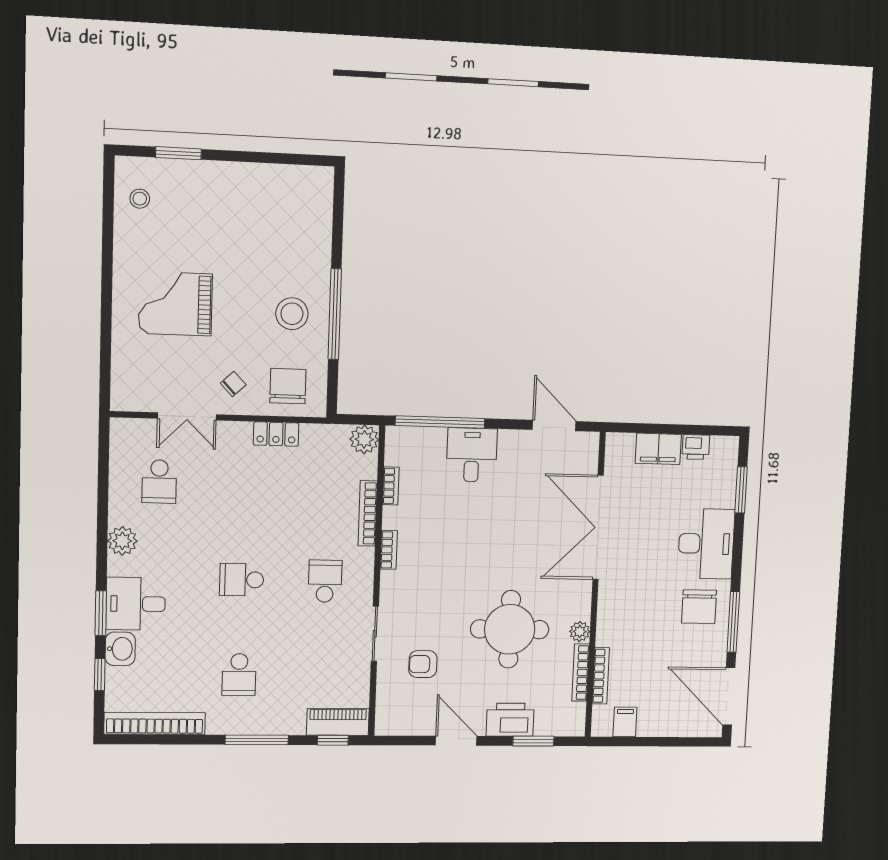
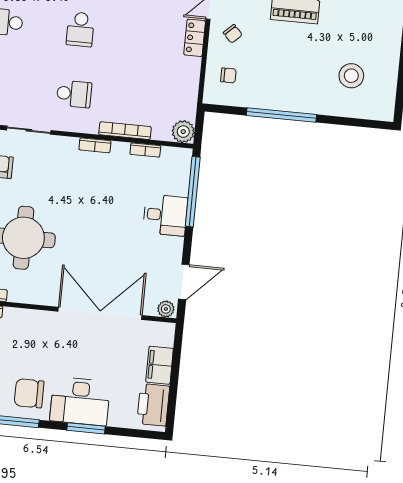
stool: (292, 314) -> (351, 76), moved
chair: (288, 386) -> (228, 75), width x0.54, depth x0.54
locker: (276, 434) -> (195, 38), moved
printer: (696, 447) -> (153, 405), width x1.87, depth x1.48
window: (741, 490) -> (86, 428), moved
school desk: (242, 580) -> (80, 29), turned 180
plant: (580, 632) -> (166, 309), moved

